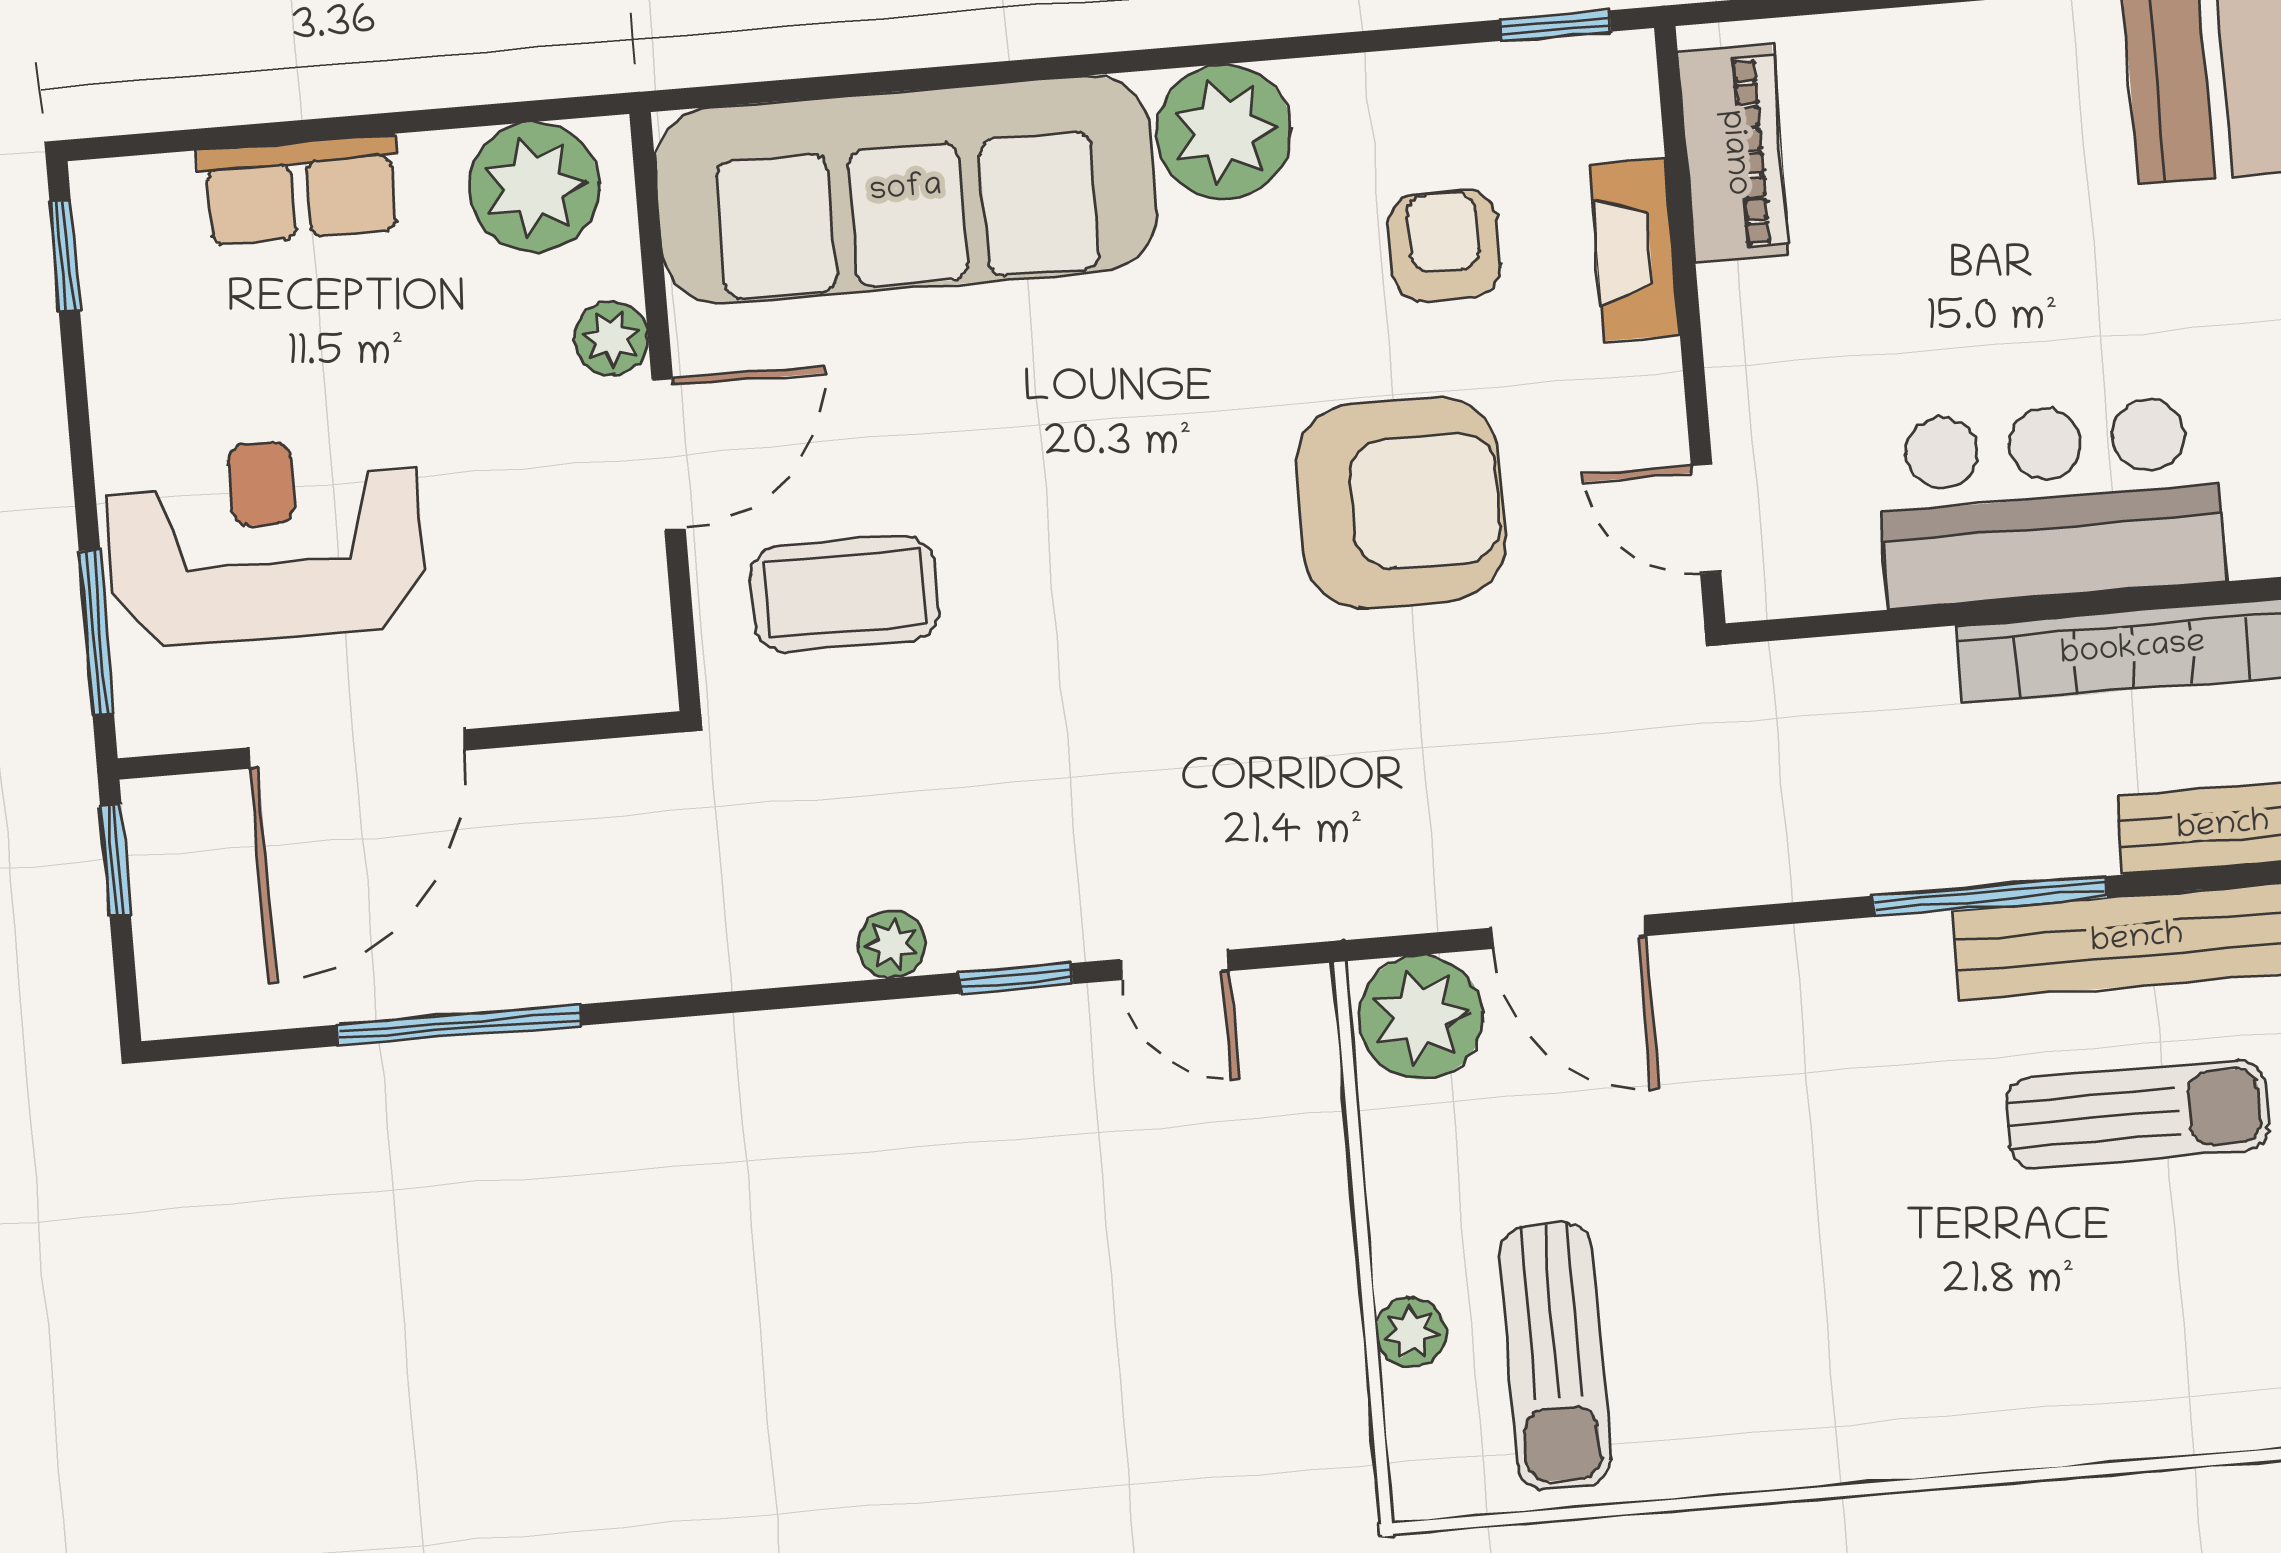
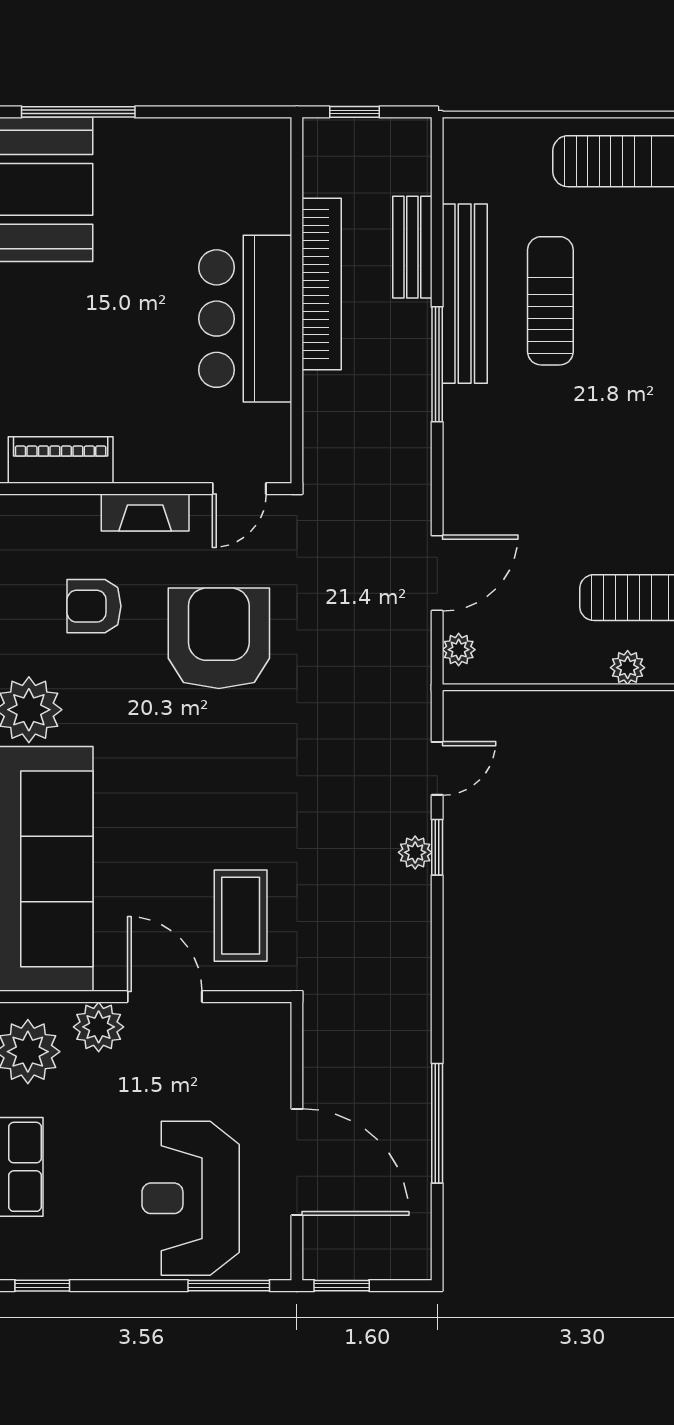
fireplace: (1635, 250) -> (145, 512), moved
plant: (611, 339) -> (99, 1027), width x1.38, depth x1.38
plant: (892, 944) -> (415, 852), moved
plant: (1421, 1017) -> (459, 650), width x0.53, depth x0.53

